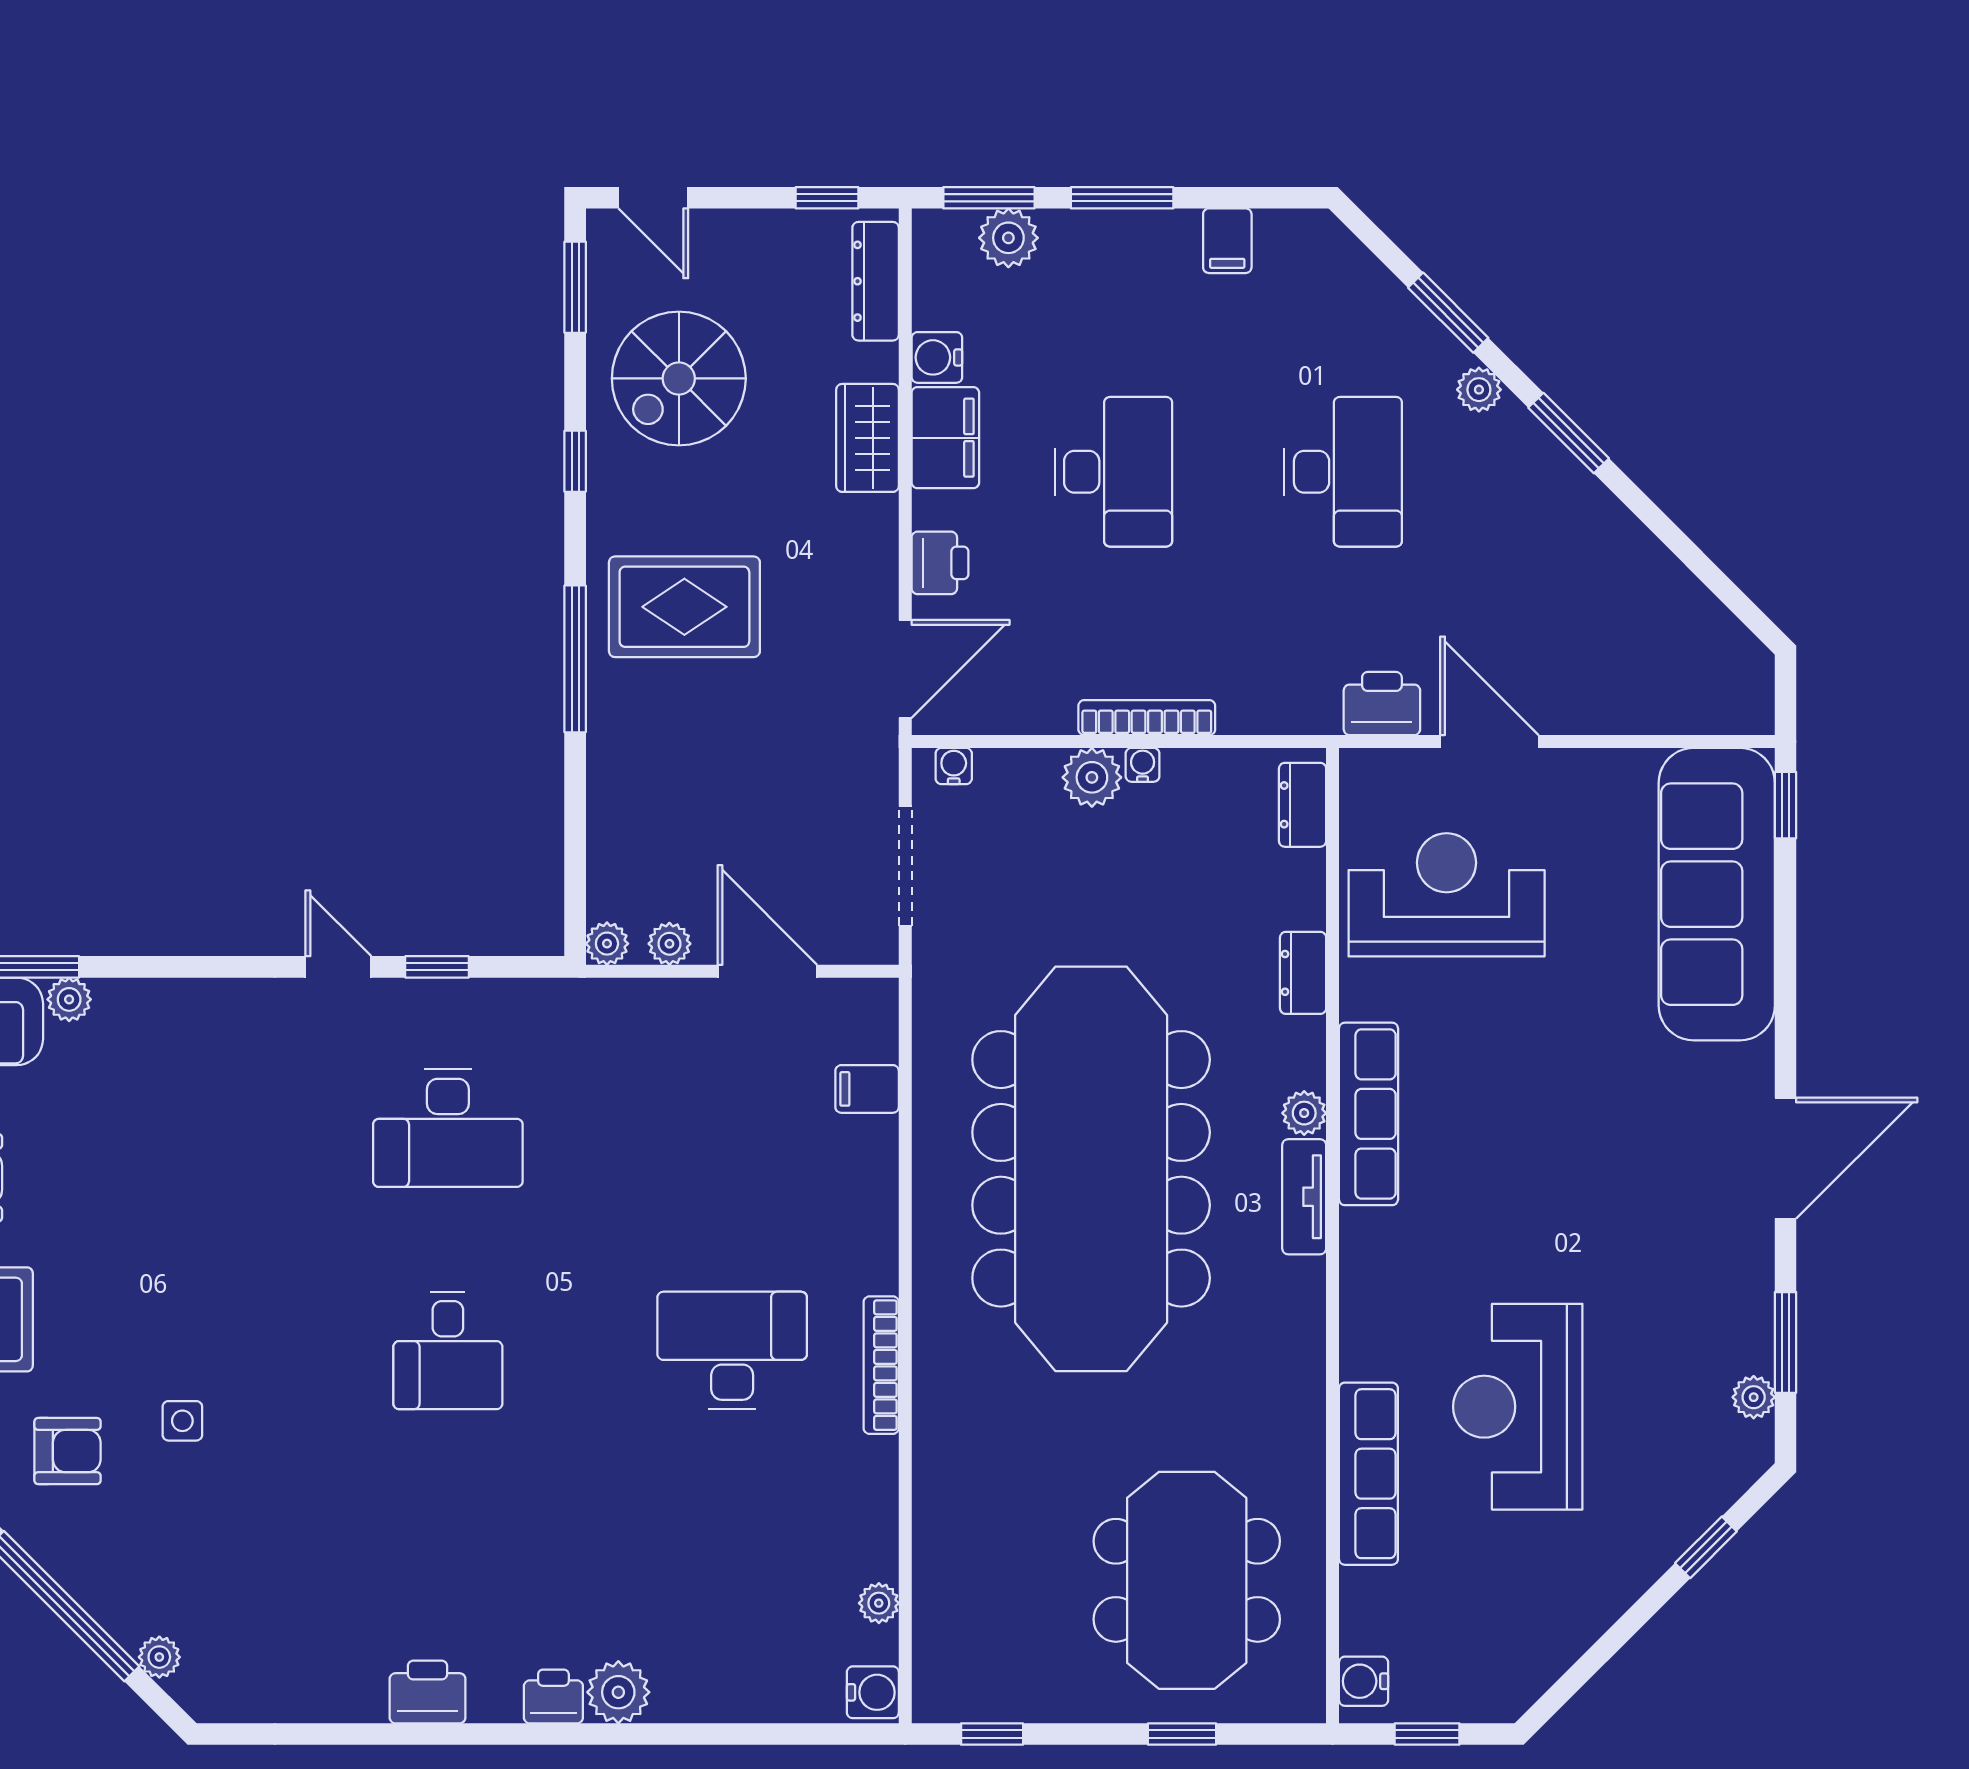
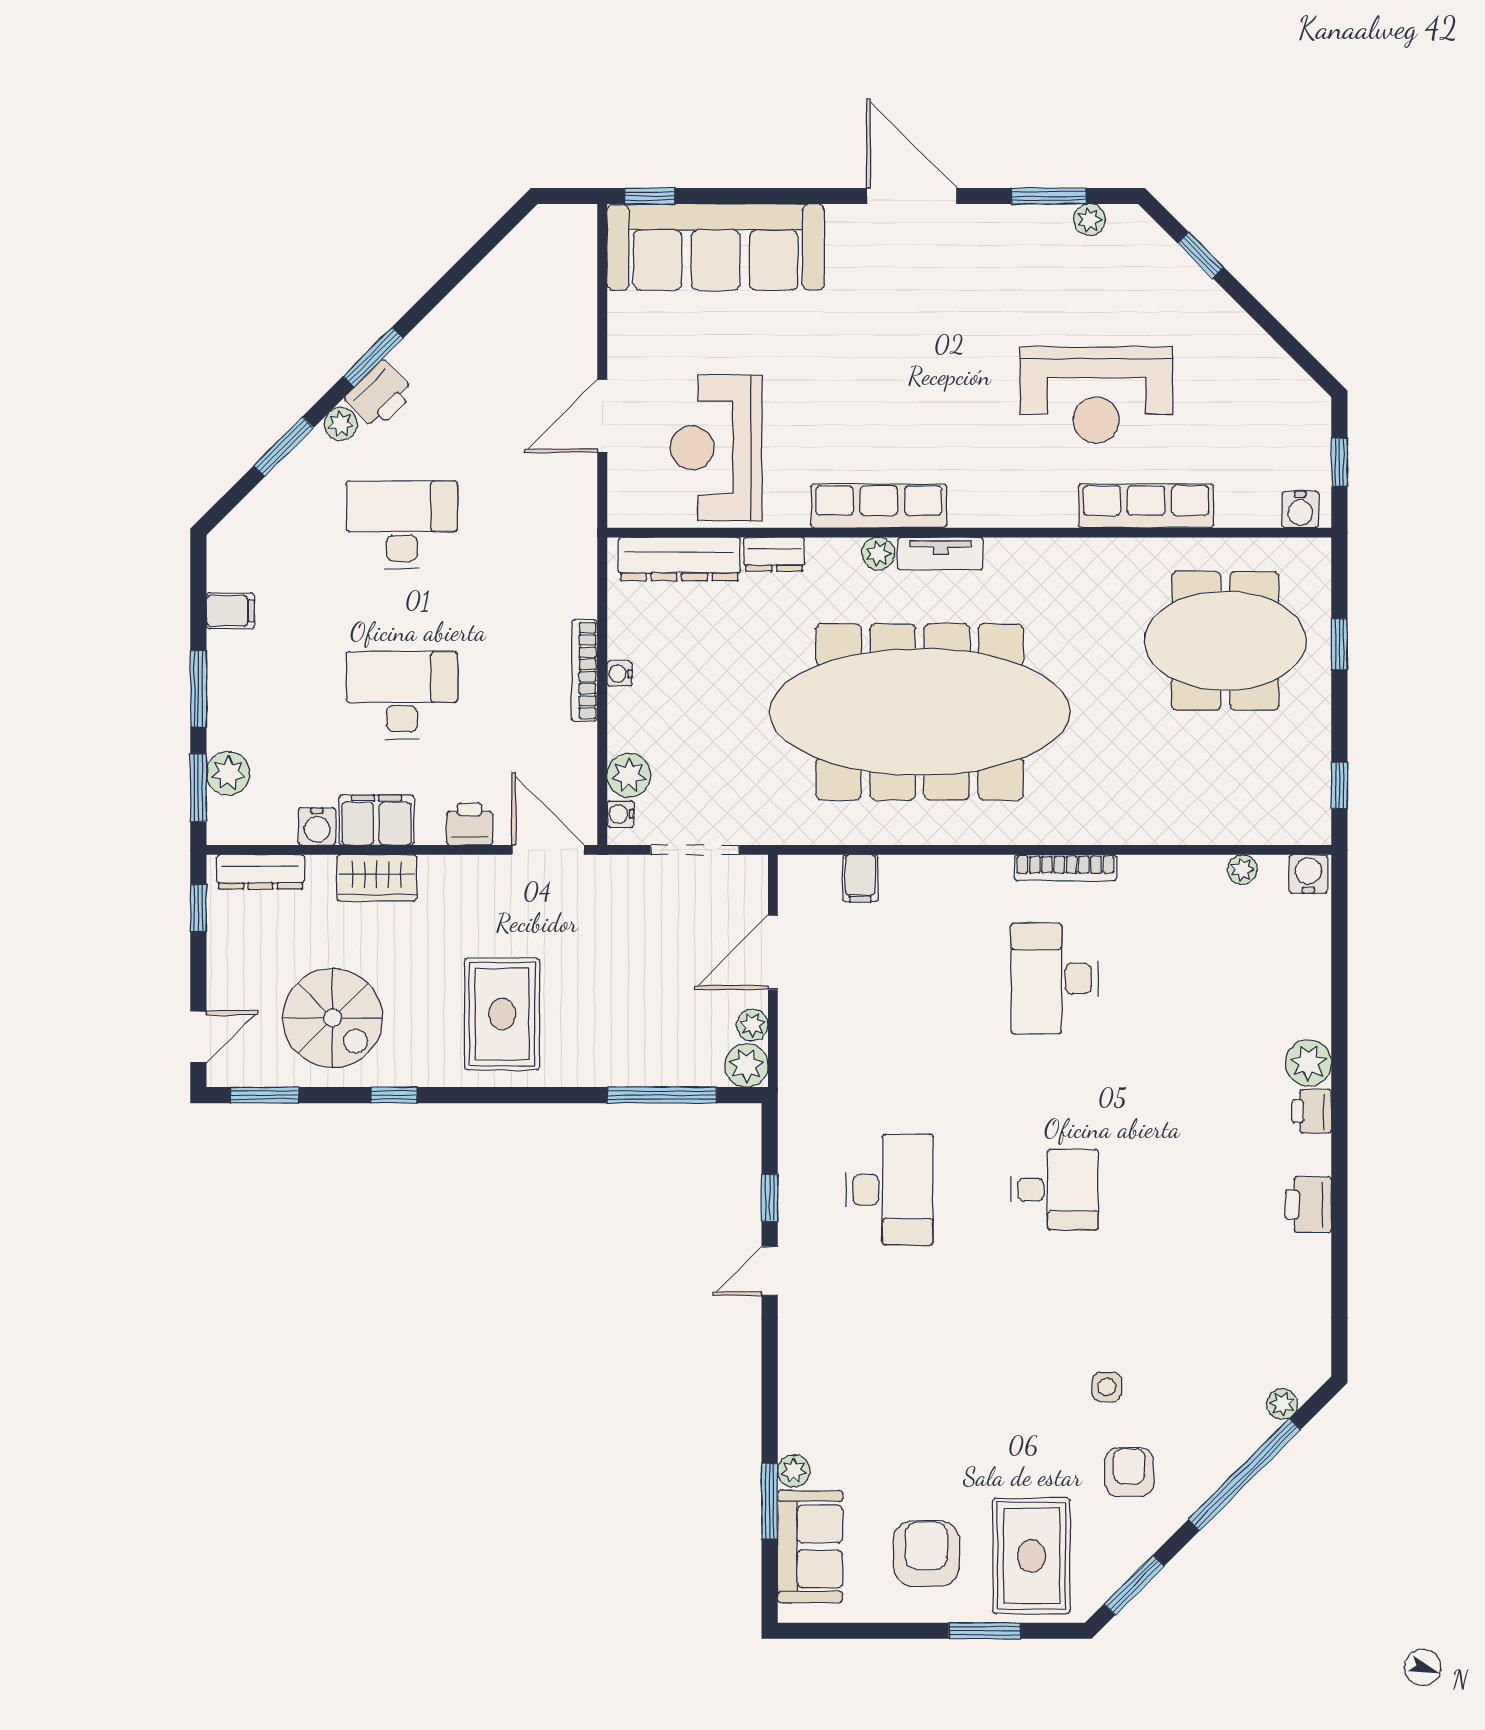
window: (575, 659) -> (662, 1095), moved
printer: (1382, 704) -> (380, 395), moved, turned -135
plant: (1092, 777) -> (629, 775), moved
dresser: (1303, 805) -> (679, 559), width x1.96, depth x1.24
plant: (607, 944) -> (746, 1066), width x1.38, depth x1.38

